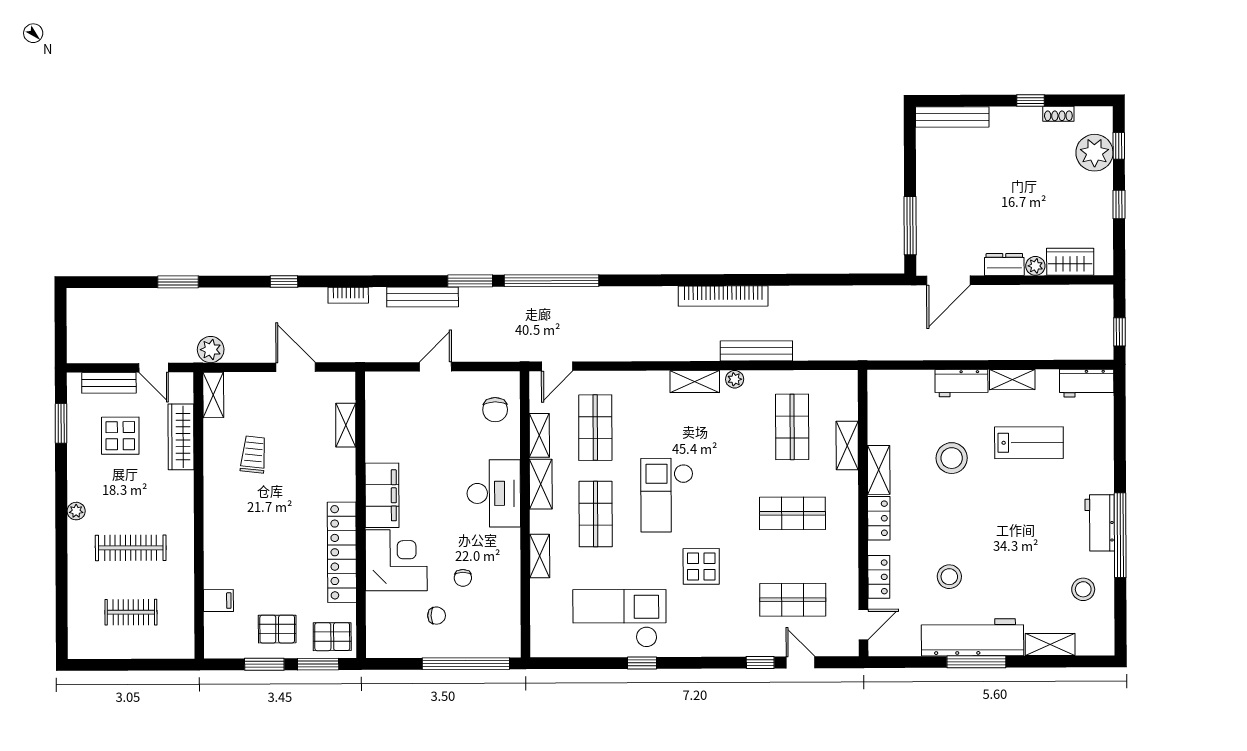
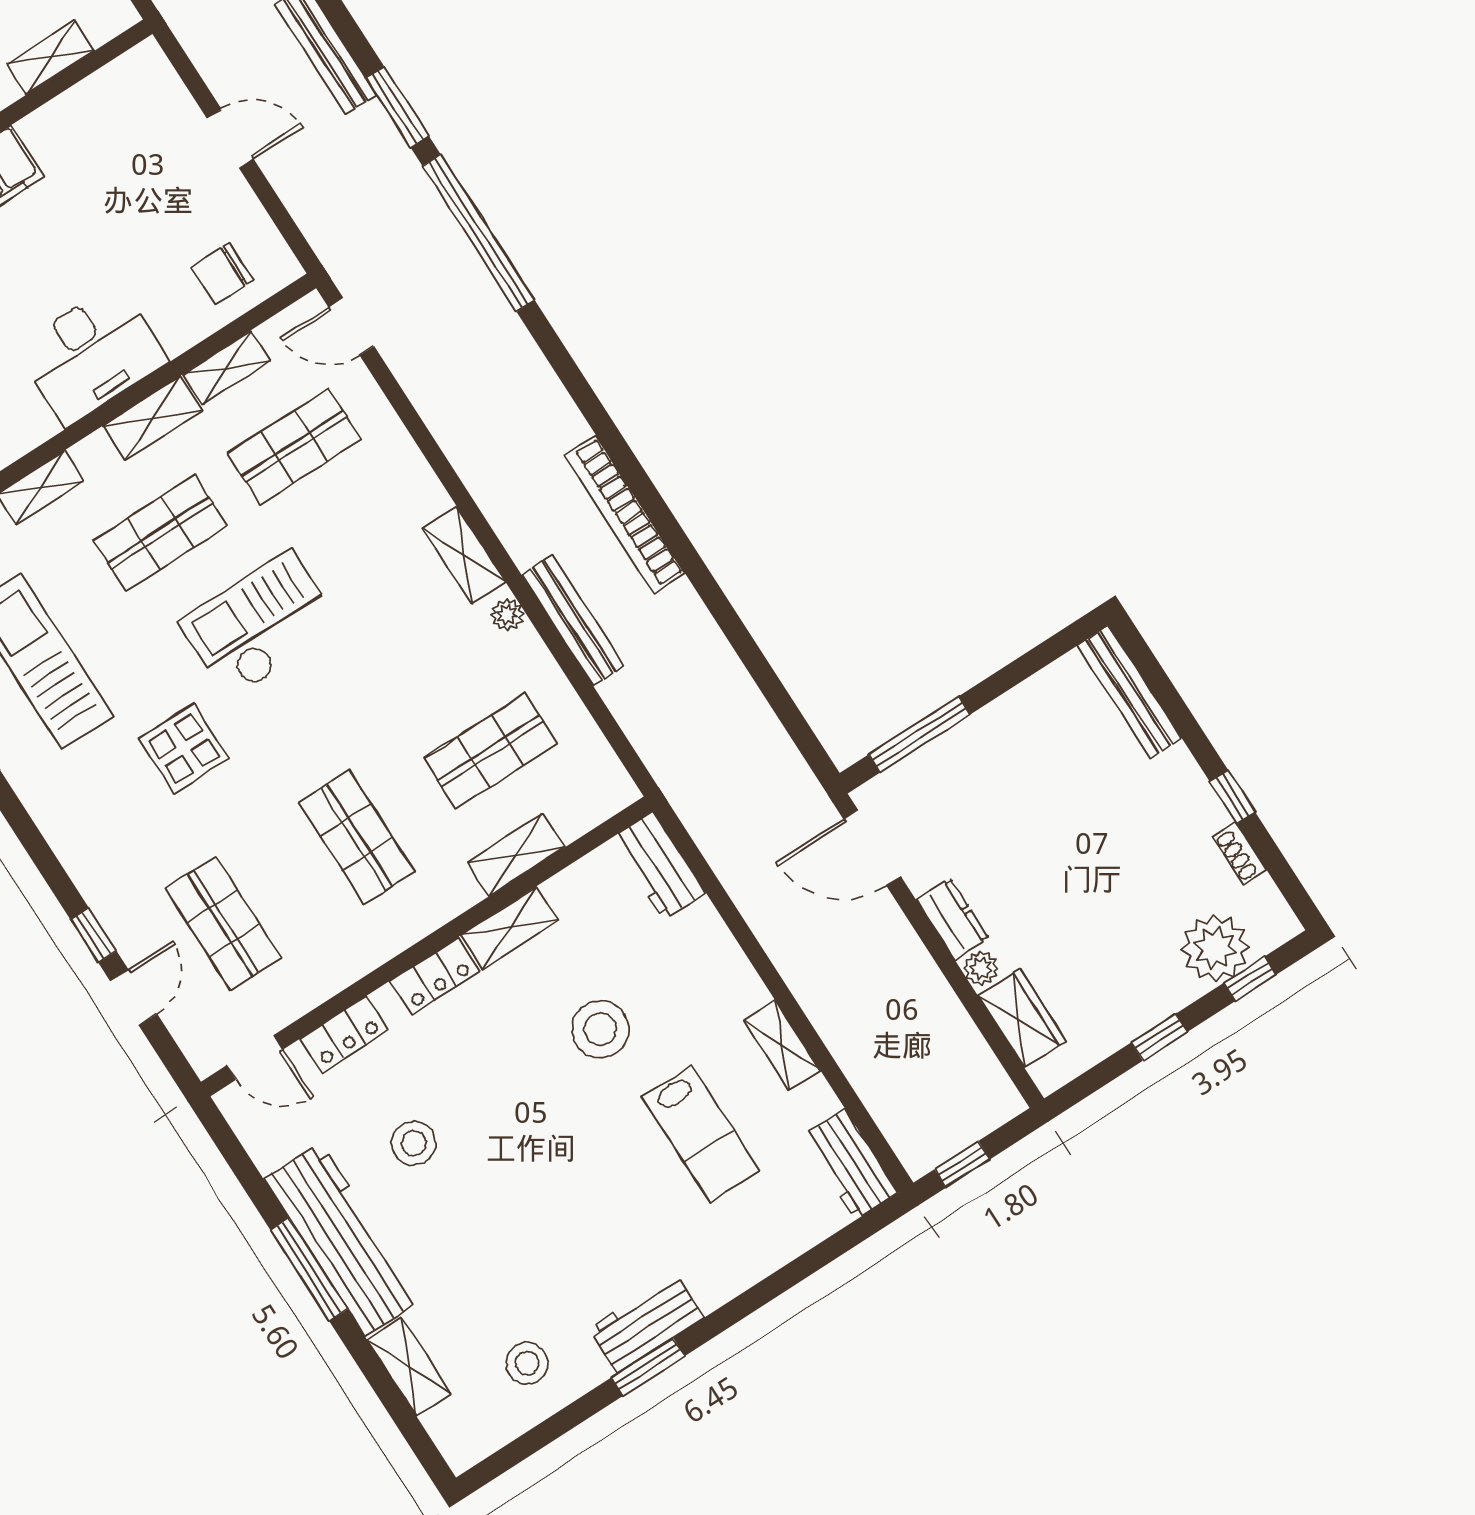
workbench: (961, 383) -> (658, 865), moved
window: (1120, 535) -> (648, 1367), width x0.47

